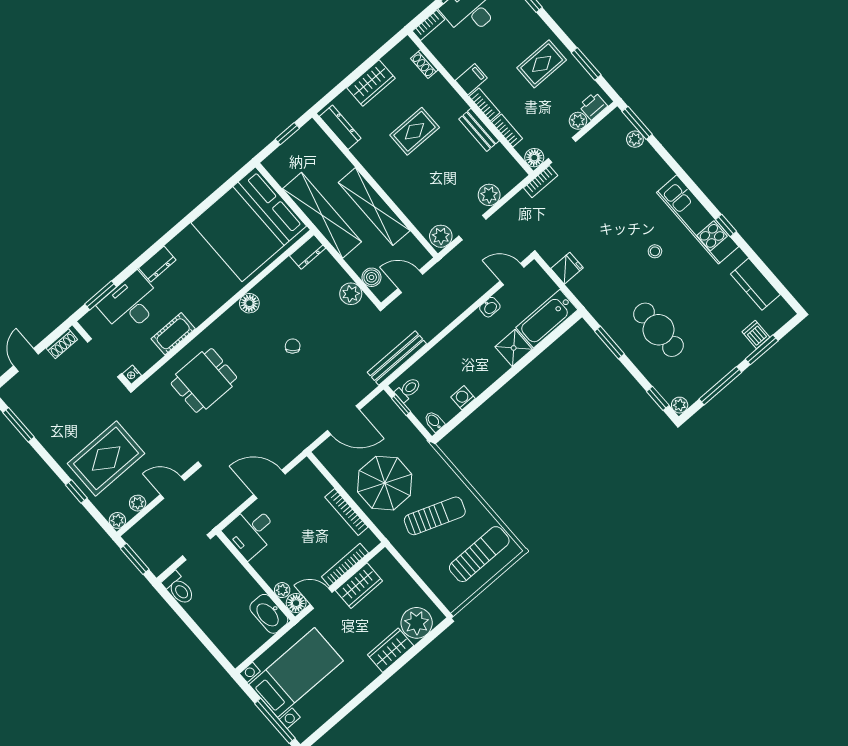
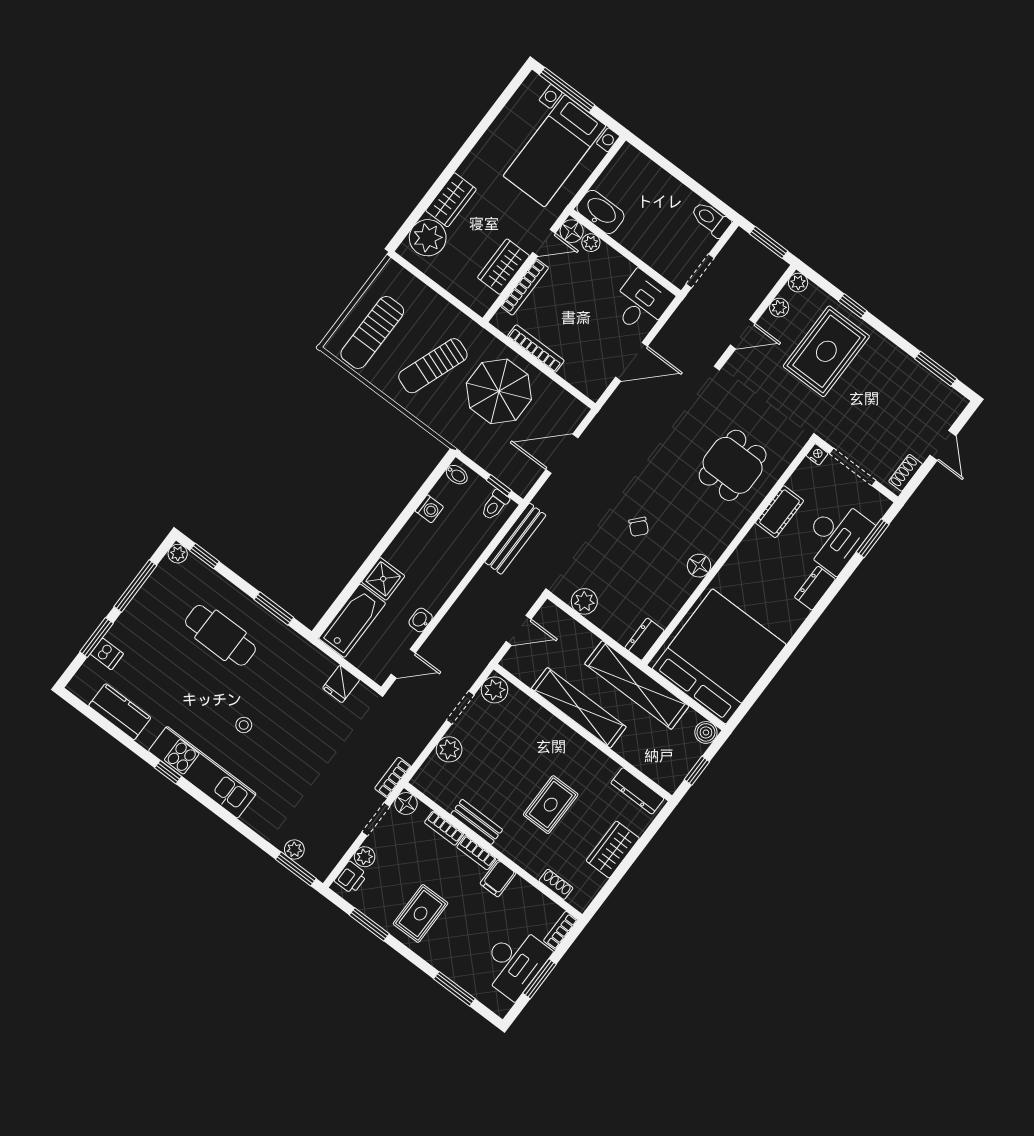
boiler: (371, 277) -> (706, 732), moved

